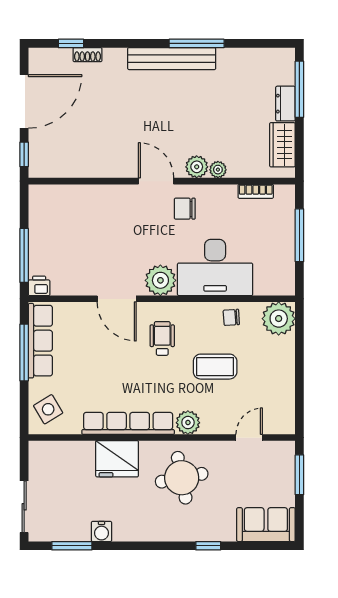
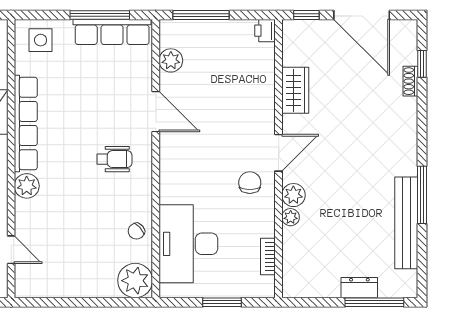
bench: (172, 59) -> (406, 223), moved
wardrobe: (282, 145) -> (295, 90), moved, turned 90
window: (299, 235) -> (222, 302), width x0.69
desk: (215, 268) -> (188, 244), moved
plant: (160, 280) -> (171, 60), moved, width x0.73, depth x0.73
printer: (39, 286) -> (265, 31), moved, turned 180
door: (117, 299) -> (156, 112), swing flipped
chair: (231, 317) -> (136, 231), turned -128
coffee table: (215, 367) -> (85, 214), removed
side table: (48, 409) -> (41, 40), turned 31

